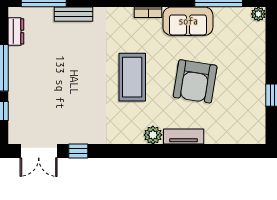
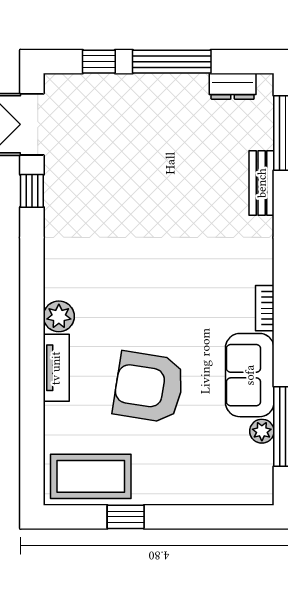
plant: (258, 14) -> (262, 431), moved
coffee table: (132, 77) -> (91, 476), moved

